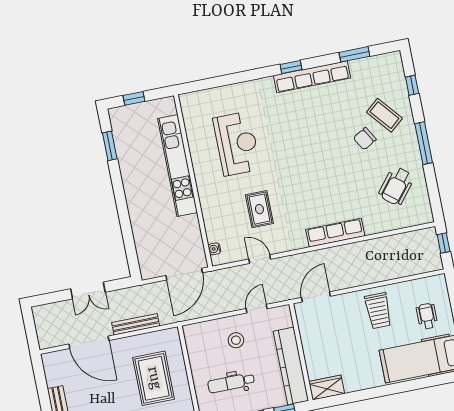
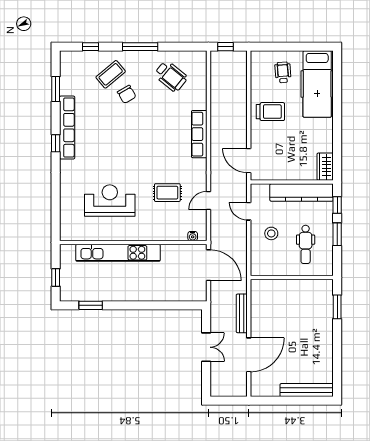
wheelchair: (427, 316) -> (283, 72), turned 86
rug: (154, 378) -> (289, 308), removed

